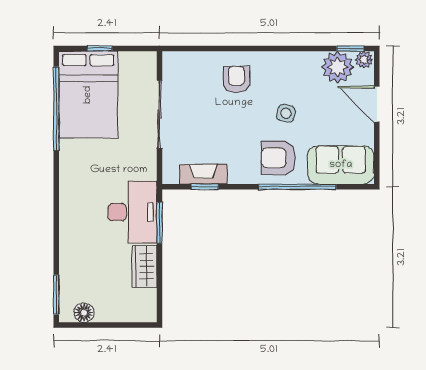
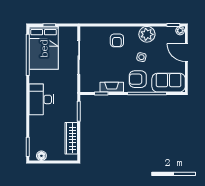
plant: (338, 67) -> (147, 34), moved
armchair: (236, 80) -> (117, 40), turned 180
fireplace: (203, 174) -> (112, 87), moved
desk: (132, 212) -> (41, 99), moved, turned 180
wardrobe: (144, 266) -> (71, 138), width x1.50

